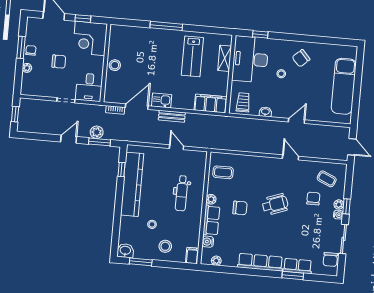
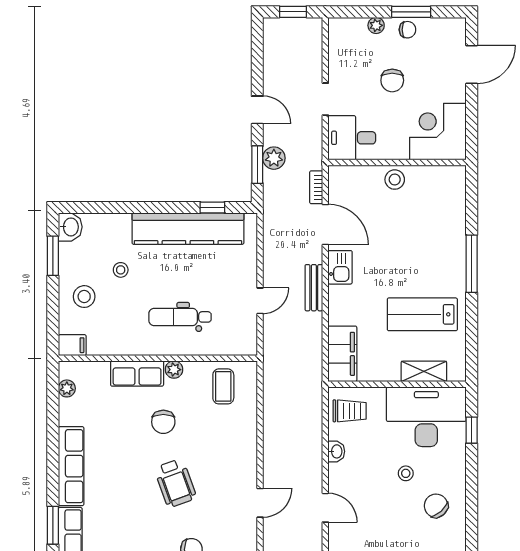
window: (83, 19) -> (472, 116), removed
water cooler: (208, 242) -> (99, 371), removed

